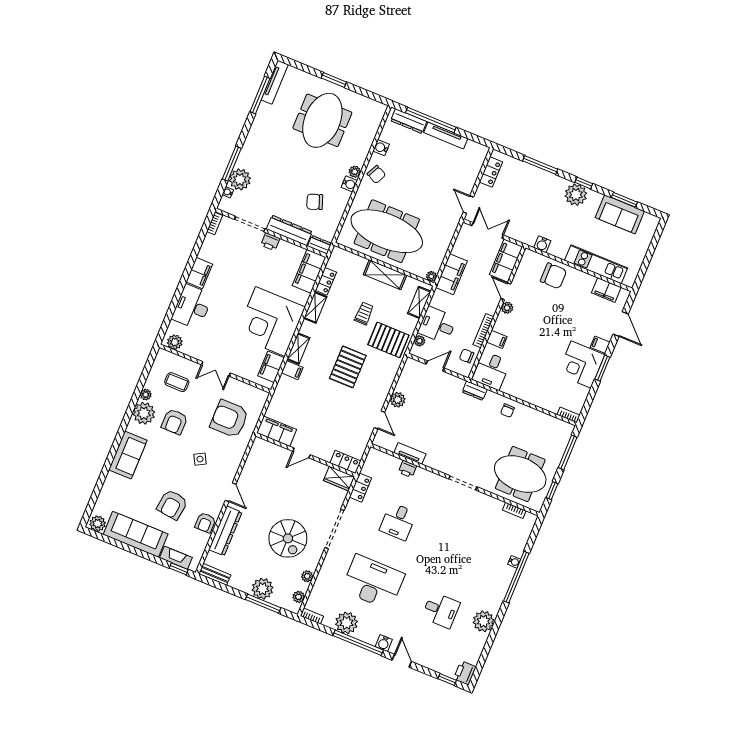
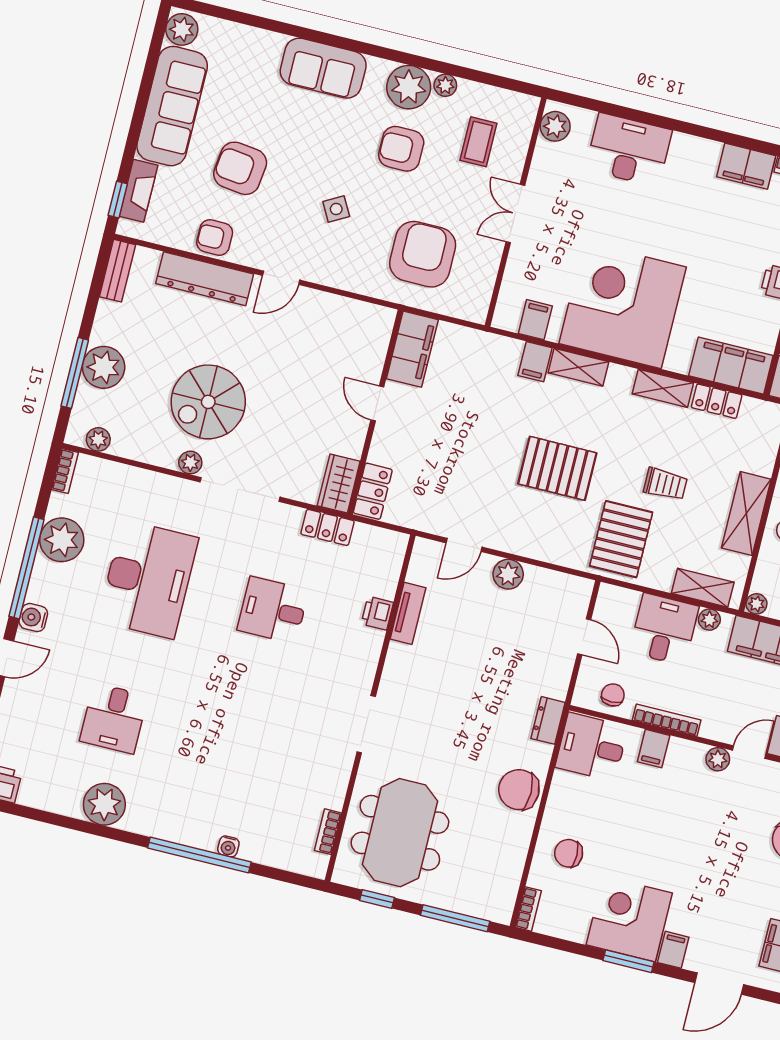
filing cabinet: (199, 273) -> (746, 166), moved
plant: (420, 341) -> (709, 620), moved
filing cabinet: (271, 367) -> (535, 320), width x0.50
chair: (543, 390) -> (569, 853), added
chair: (507, 411) -> (519, 790), width x1.87, depth x1.87
plant: (307, 576) -> (190, 463), moved

